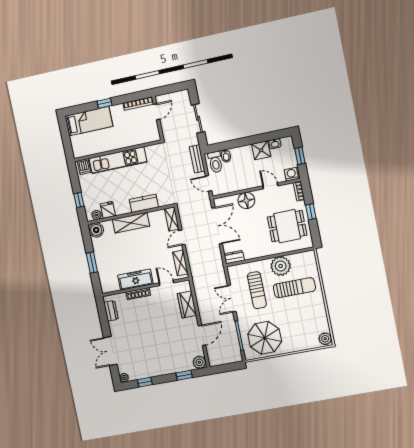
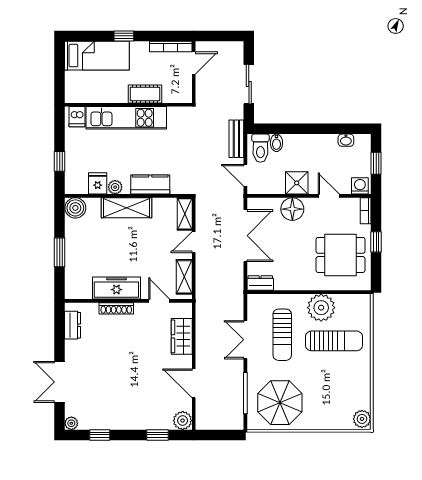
cot: (127, 141) -> (145, 94), added
shower: (261, 150) -> (297, 183), moved
plant: (97, 215) -> (115, 187), moved
door: (202, 335) -> (194, 383), swing flipped

